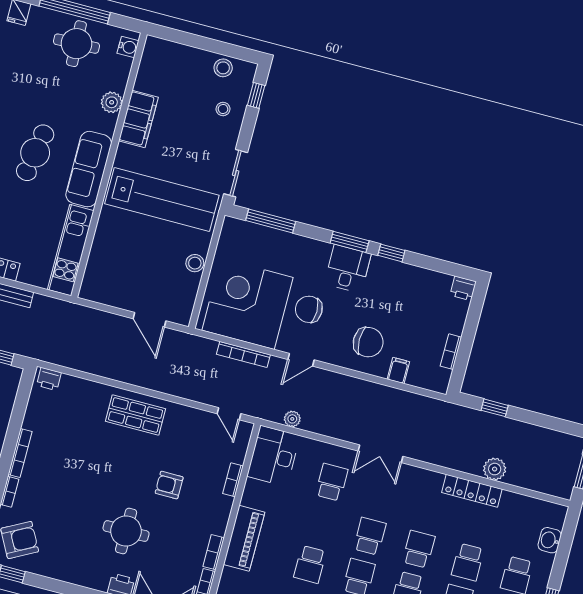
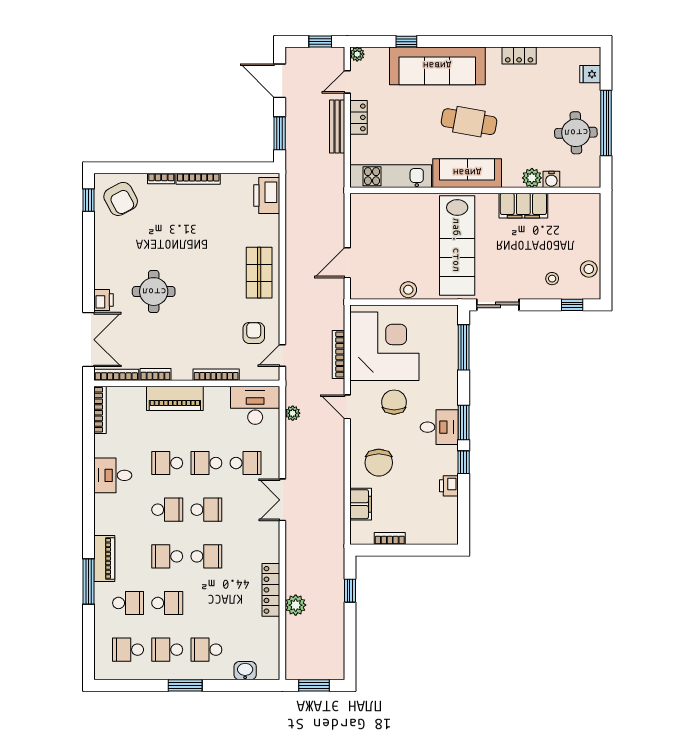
water cooler: (128, 47) -> (551, 179), moved
printer: (463, 288) -> (449, 486), moved
filing cabinet: (398, 370) -> (361, 504), width x2.00
printer: (49, 379) -> (267, 196), width x1.87, depth x1.48
bookcase: (233, 480) -> (216, 375), width x1.56
armchair: (169, 485) -> (254, 333), moved
school desk: (468, 562) -> (206, 463), moved

